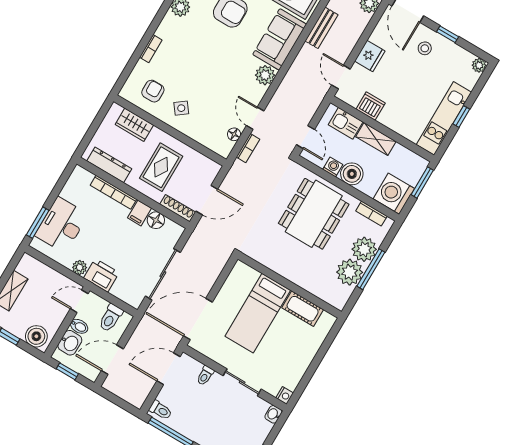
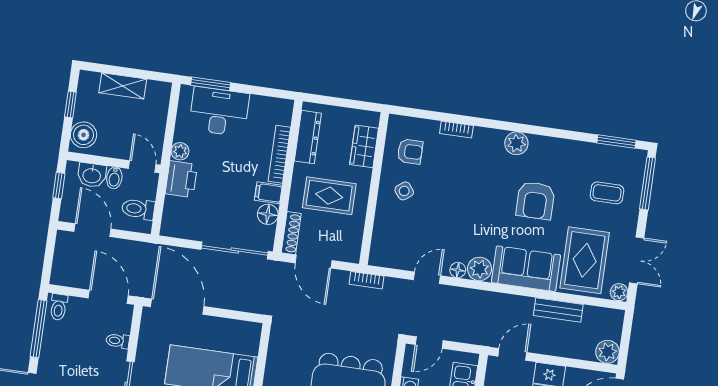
floor lamp: (234, 134) -> (458, 270), moved
bookcase: (248, 148) -> (366, 280), moved
sliding door: (163, 274) -> (235, 250), moved

